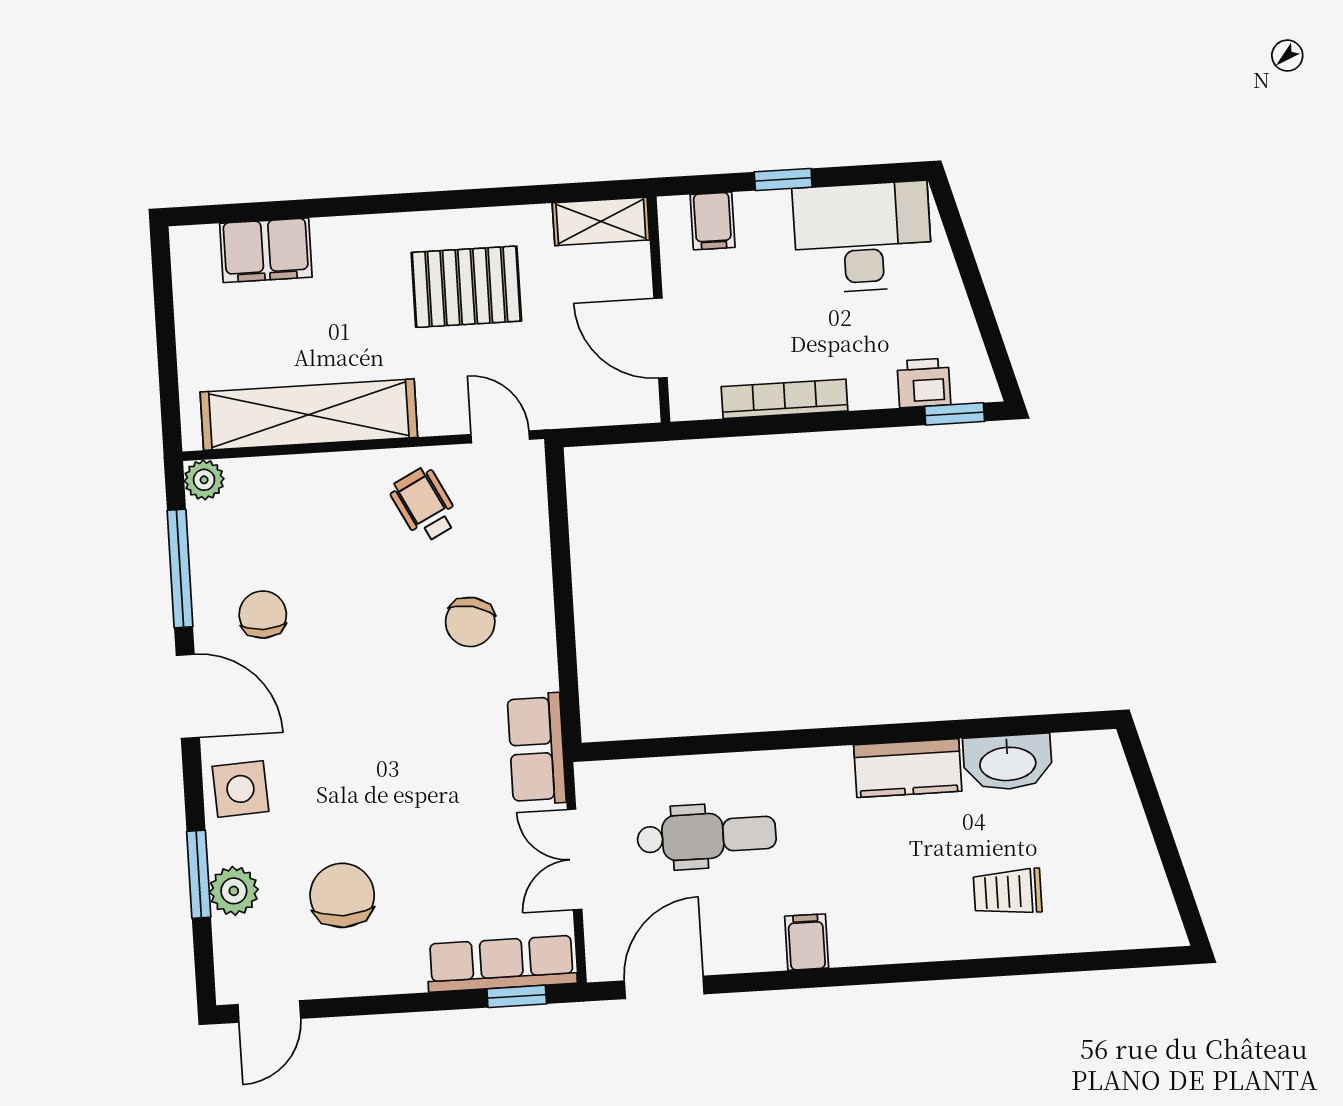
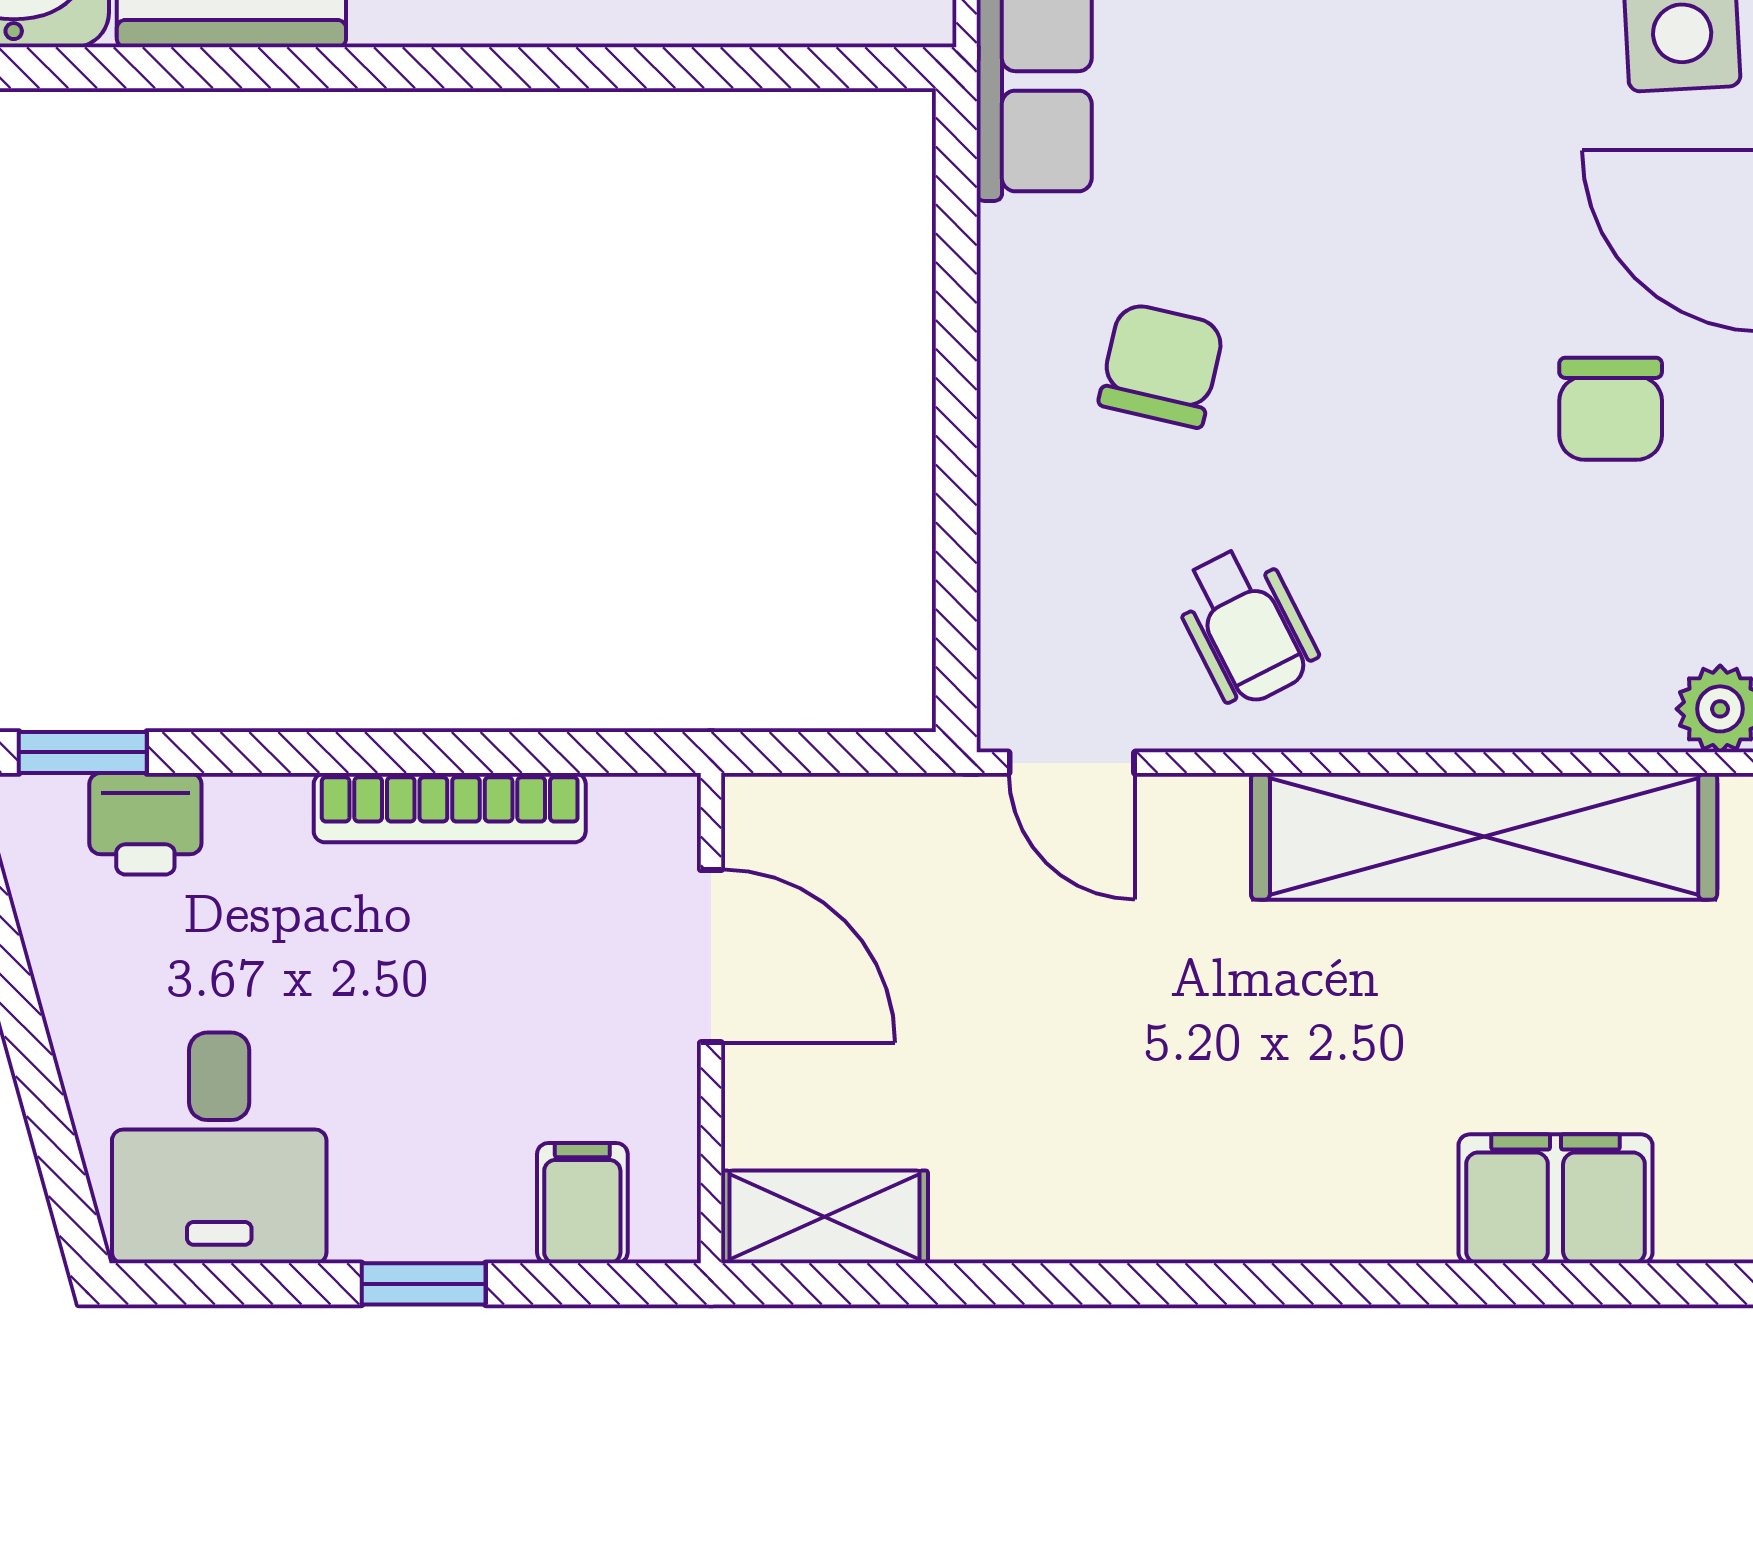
desk: (862, 237) -> (219, 1148), width x0.73
pallet: (466, 287) -> (1125, 1093), removed

